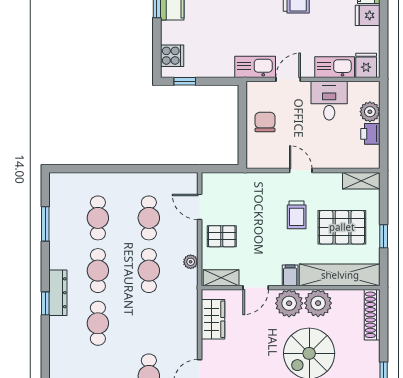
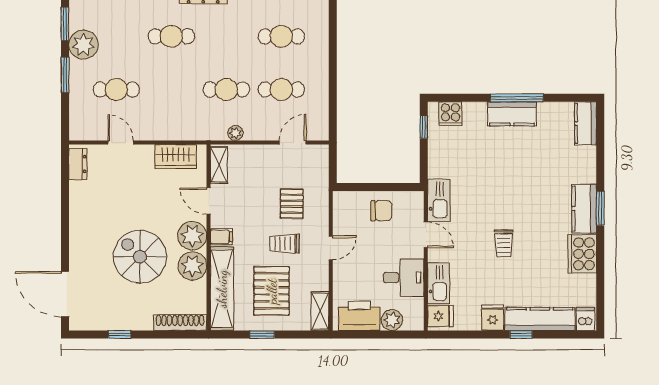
printer: (370, 134) -> (359, 316), width x1.87, depth x1.48
pallet: (222, 236) -> (292, 204), moved
cafe table: (98, 271) -> (226, 36), removed

